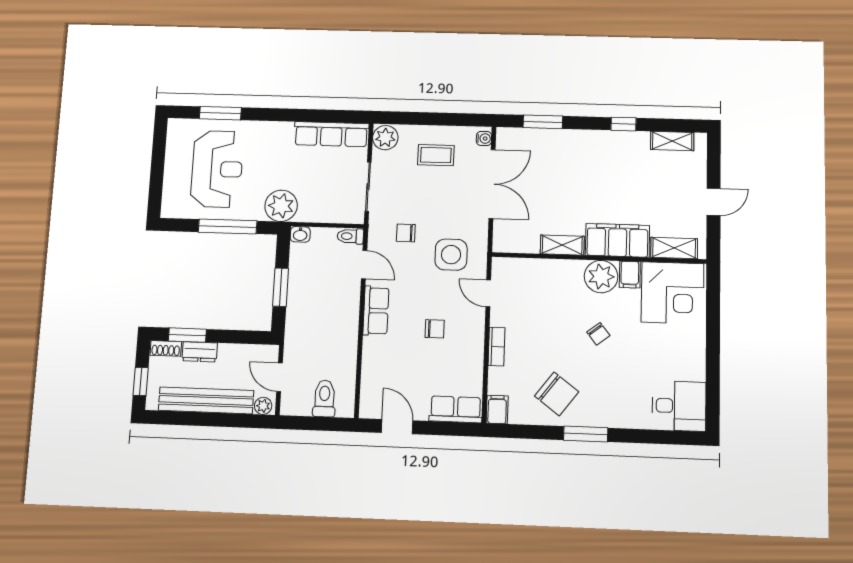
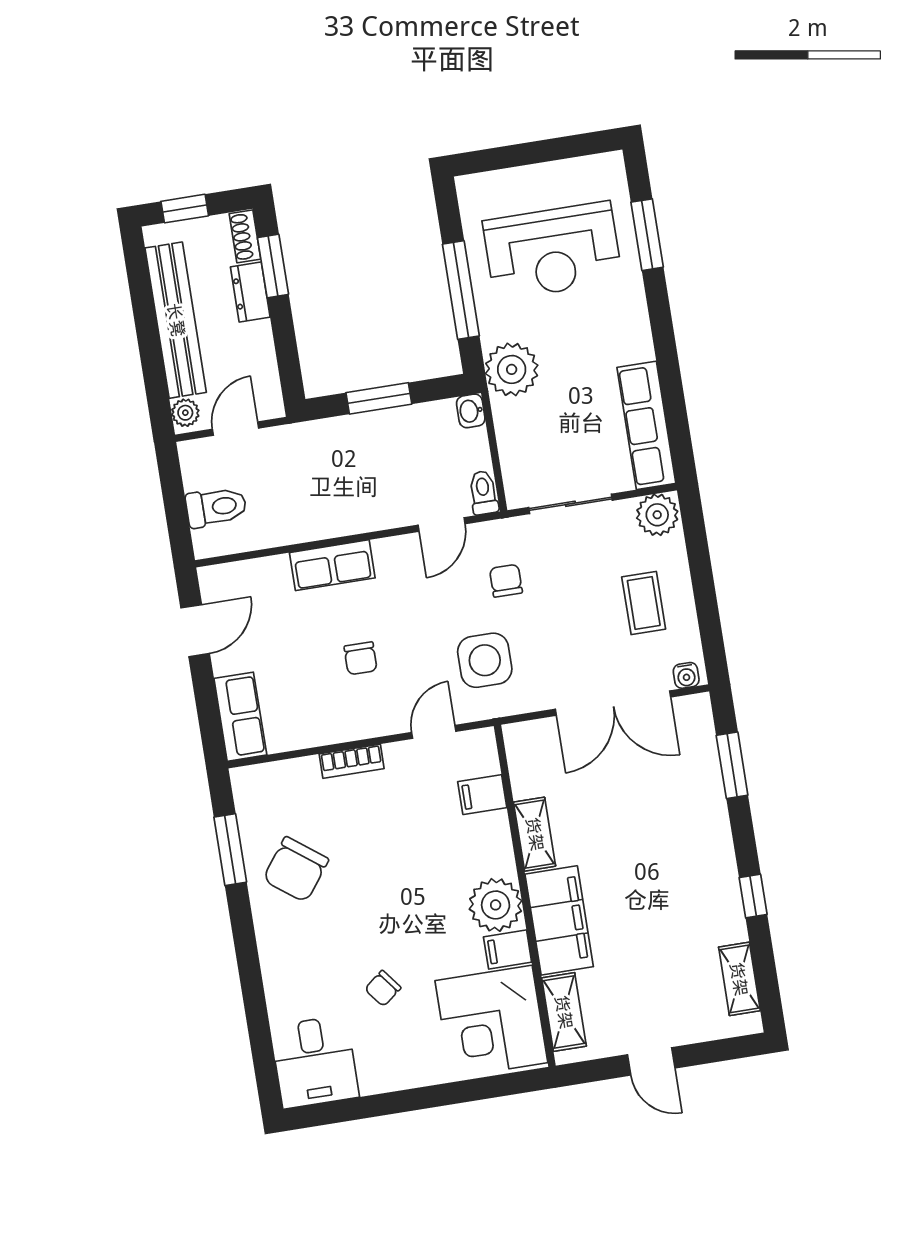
row of seats: (376, 311) -> (332, 565), moved
chair: (598, 334) -> (383, 988), moved
filing cabinet: (497, 410) -> (482, 795), moved, turned 180
window: (586, 434) -> (230, 850), moved

